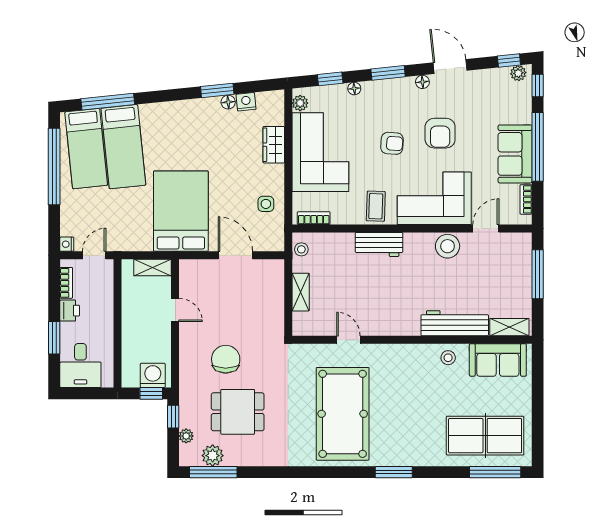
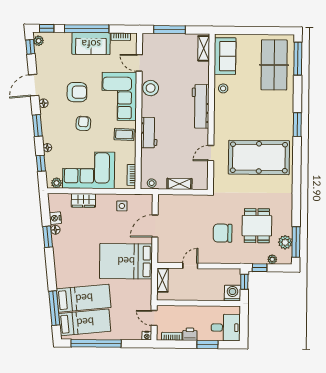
workbench: (455, 323) -> (201, 106), moved
washing machine: (153, 375) -> (232, 293), moved, turned 90

